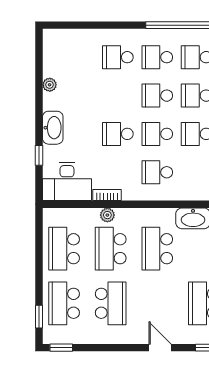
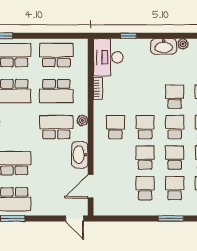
washbasin: (53, 128) -> (164, 46), moved
school desk: (118, 134) -> (175, 97), moved
plant: (107, 215) -> (82, 120), moved
school desk: (111, 249) -> (56, 91), turned 180

